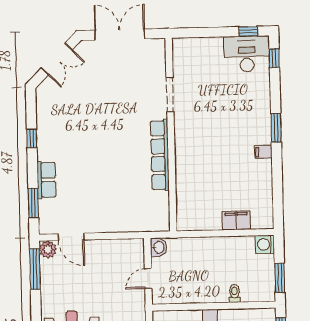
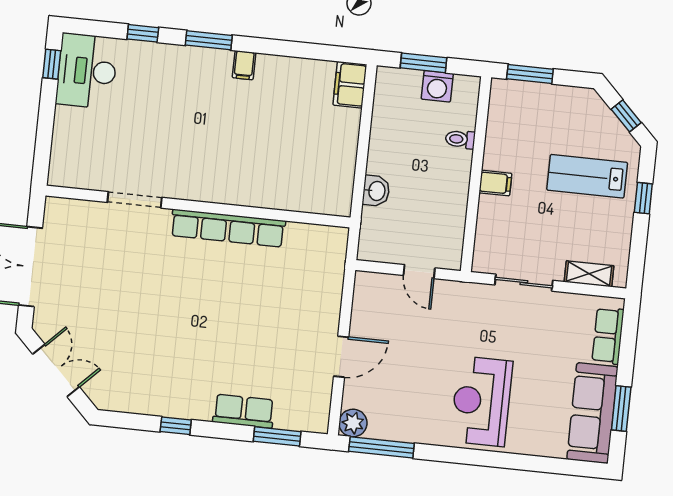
window: (274, 58) -> (143, 33), moved
filing cabinet: (236, 220) -> (350, 85), moved
door: (71, 237) -> (341, 357), moved
washing machine: (265, 244) -> (437, 86), moved
washbasin: (158, 247) -> (376, 191), moved, turned 90
window: (280, 278) -> (424, 63), moved

